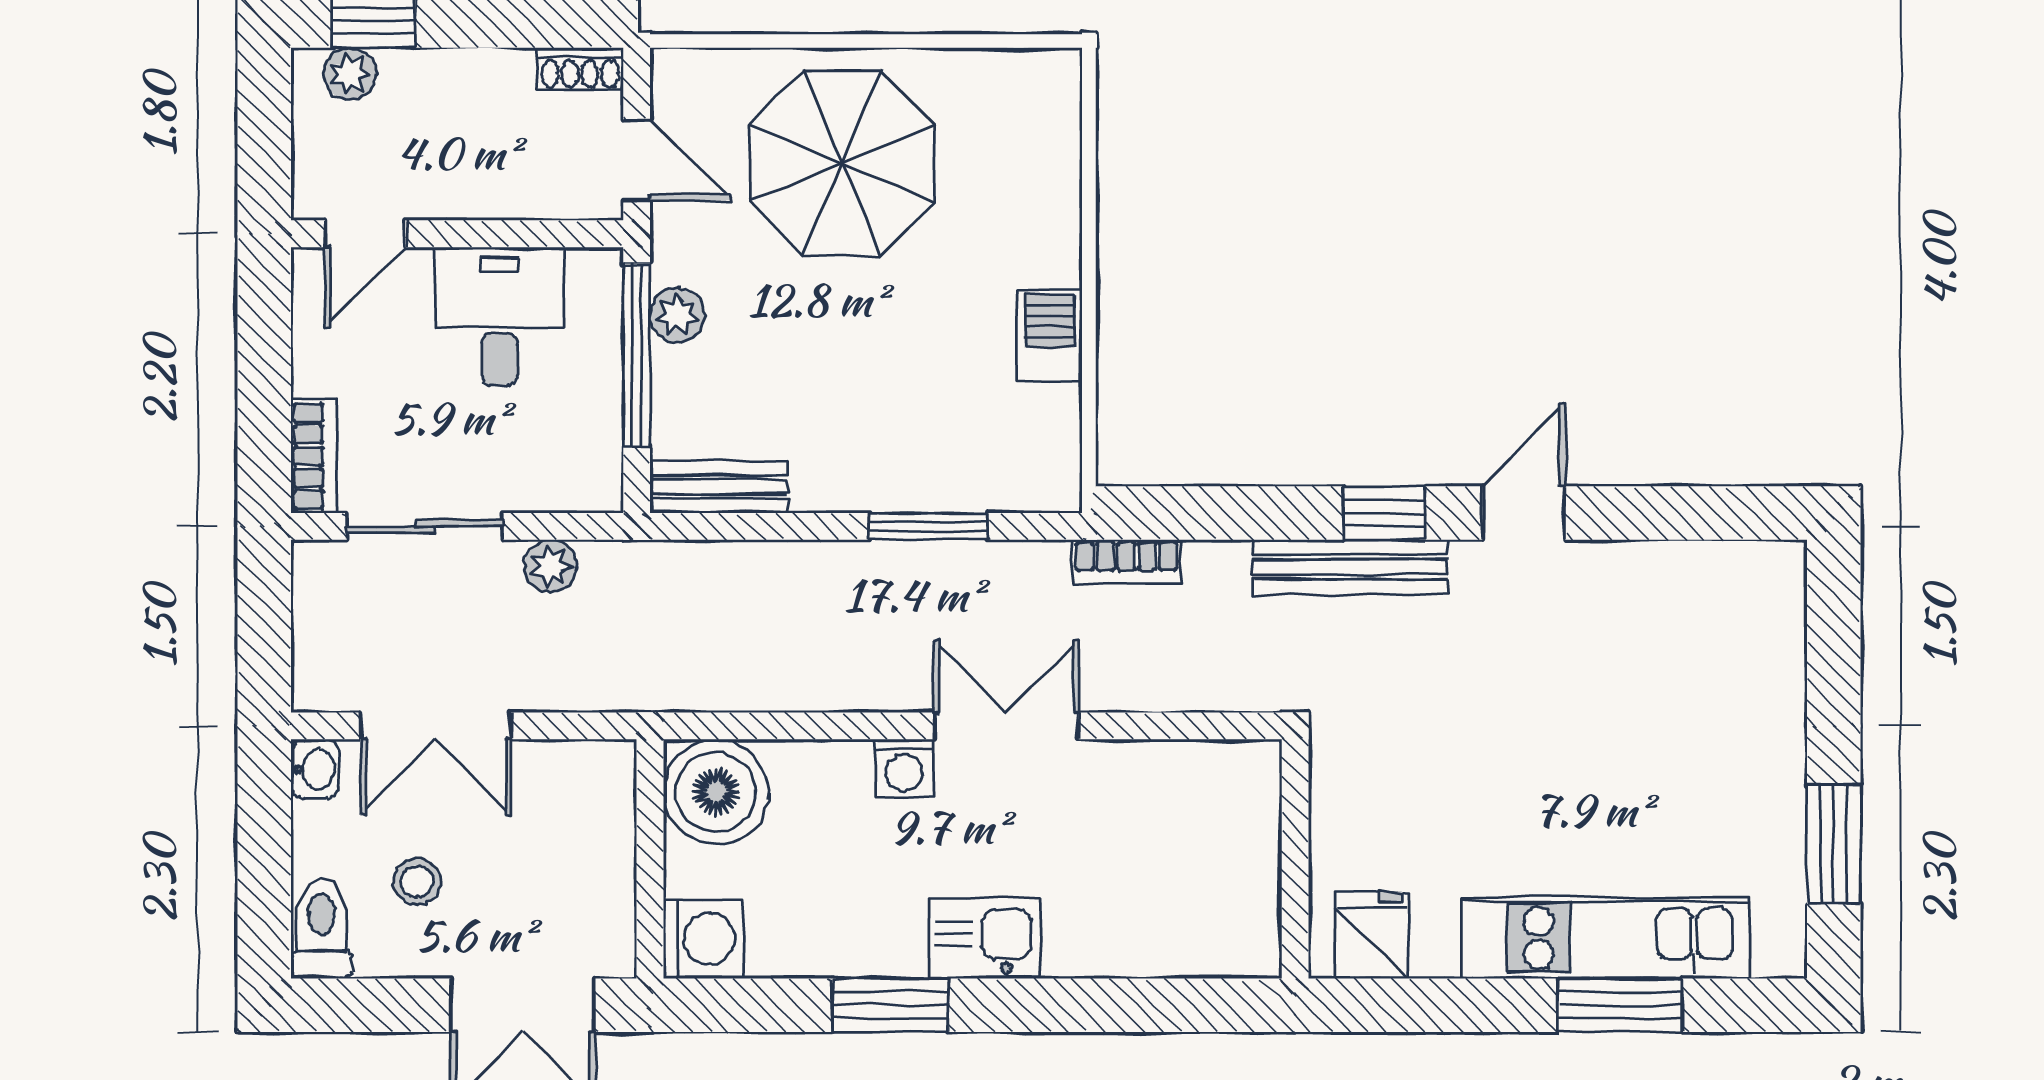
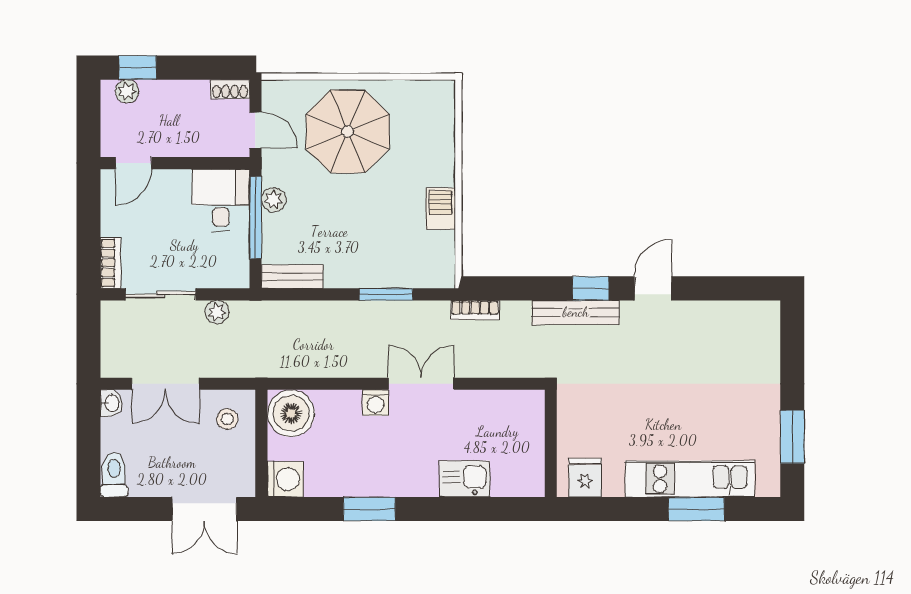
desk: (499, 316) -> (221, 200), moved
stool: (417, 881) -> (227, 419), moved
kitchen sink: (984, 938) -> (465, 479), moved

